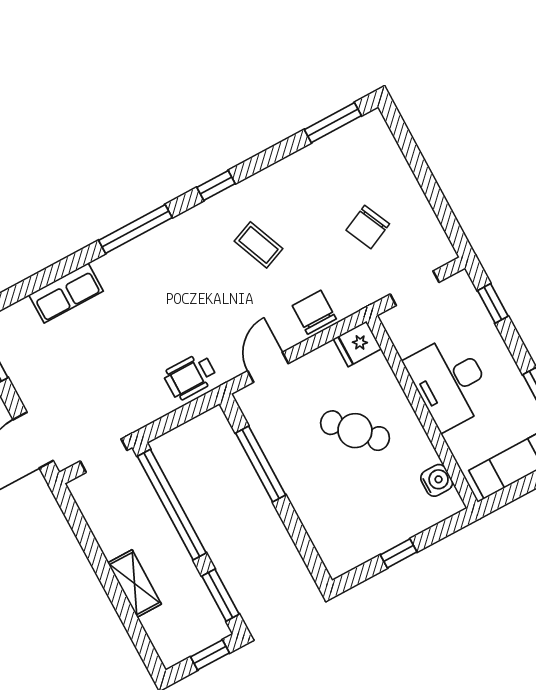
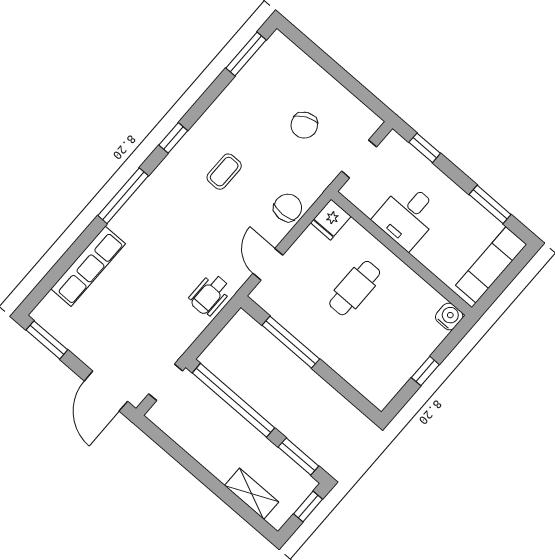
coffee table: (259, 245) -> (224, 172), turned -68
row of seats: (66, 293) -> (88, 266), width x1.48
chair: (314, 312) -> (288, 208), turned 88
desk: (450, 382) -> (407, 216), width x0.73
cafe table: (355, 431) -> (355, 288), turned -47
water cooler: (437, 480) -> (449, 317), moved
shelving: (135, 583) -> (252, 494), moved

